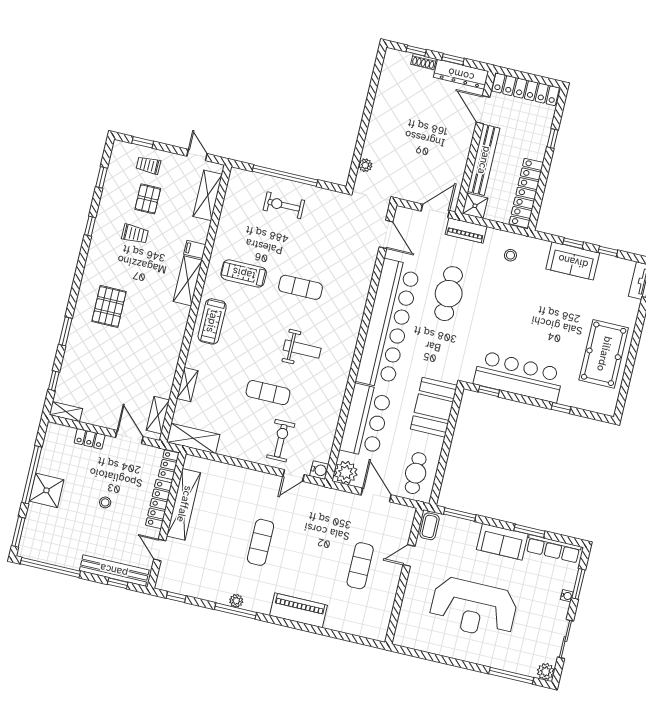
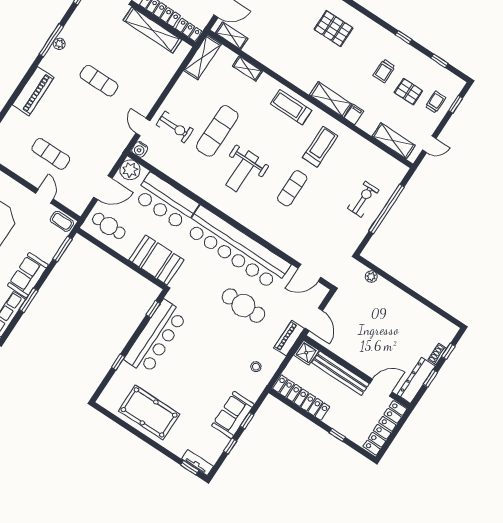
weight bench: (302, 349) -> (242, 171), width x1.36, depth x1.33
exercise mat: (268, 393) -> (217, 131), width x1.36, depth x1.45

